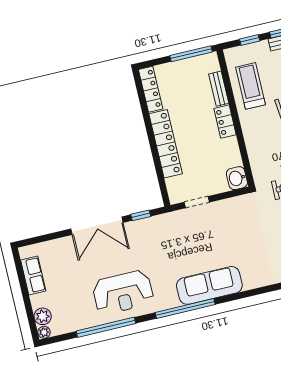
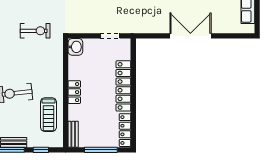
window: (191, 54) -> (101, 150), moved
bench: (219, 89) -> (73, 134), moved
window: (141, 215) -> (155, 36), removed

